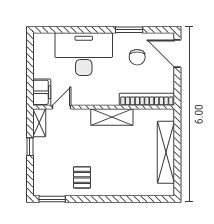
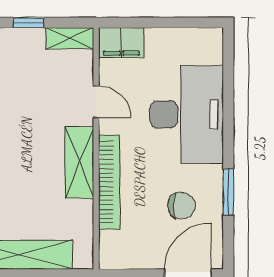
chair: (137, 57) -> (181, 206), turned 180
bookcase: (147, 99) -> (109, 182), moved
door: (61, 107) -> (96, 102), moved

